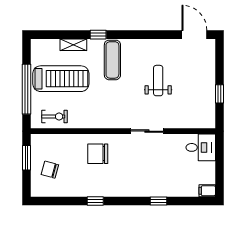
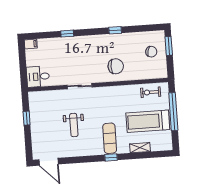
window: (98, 35) -> (111, 157), moved
window: (27, 158) -> (169, 46), moved

